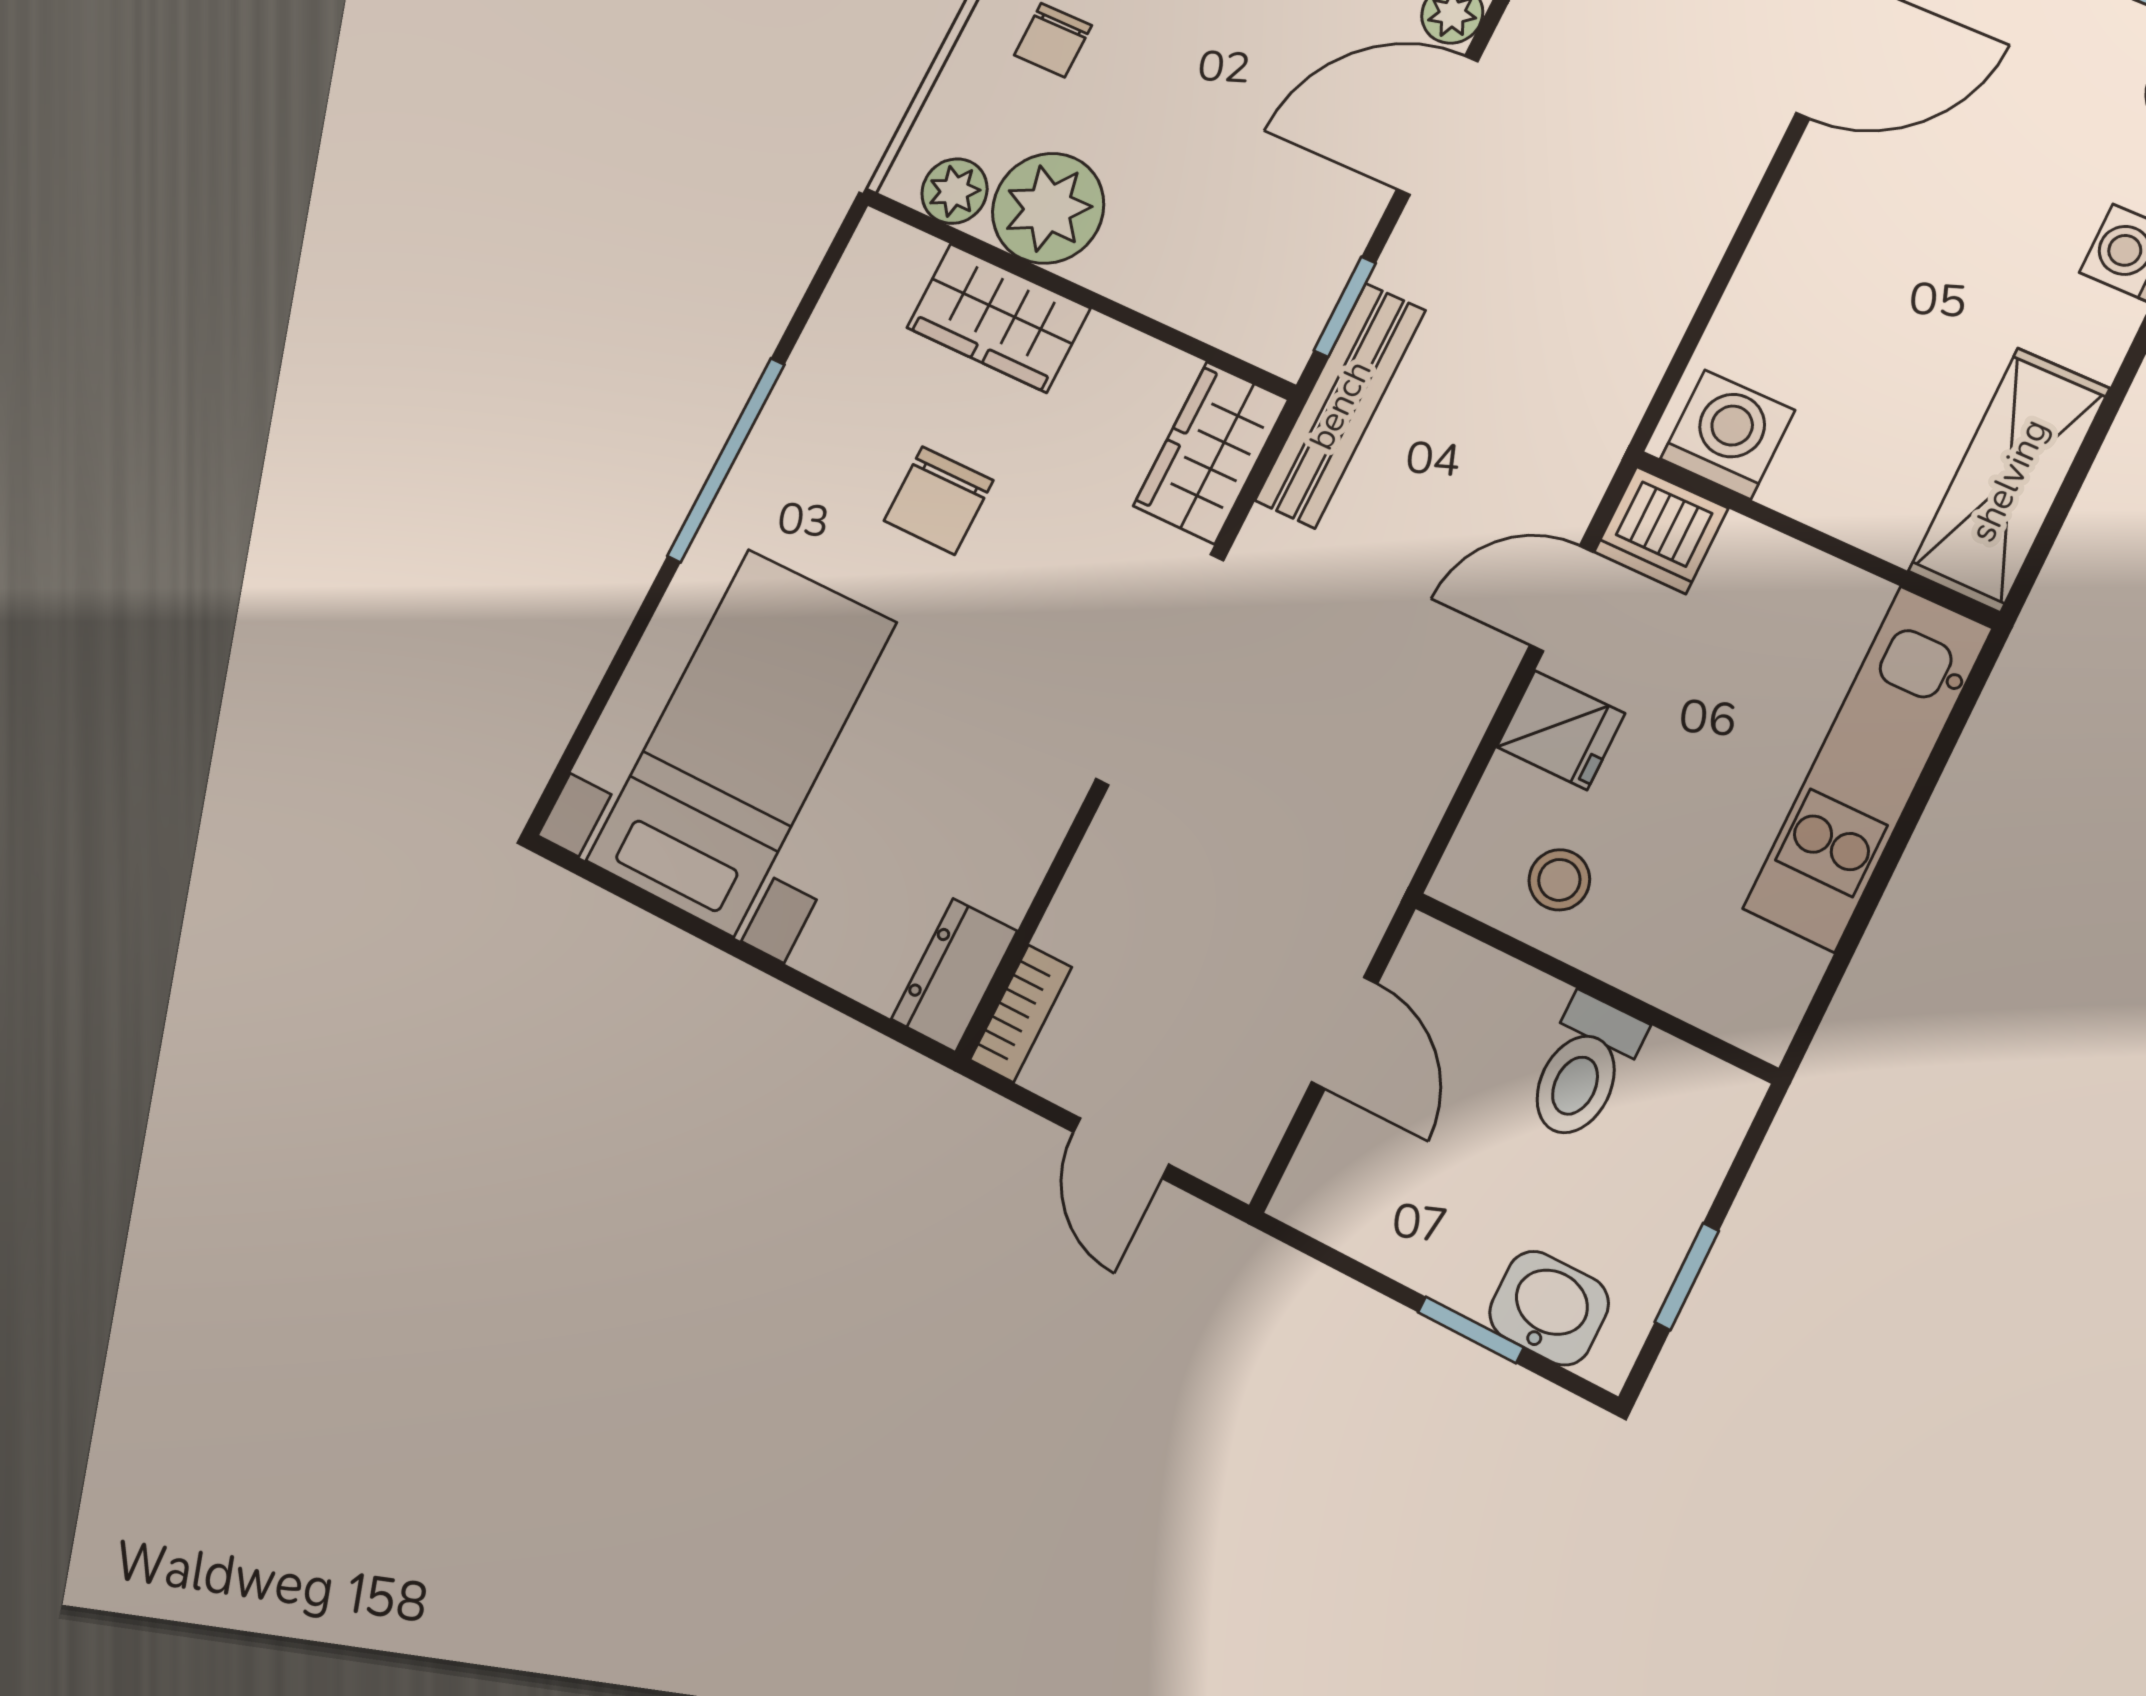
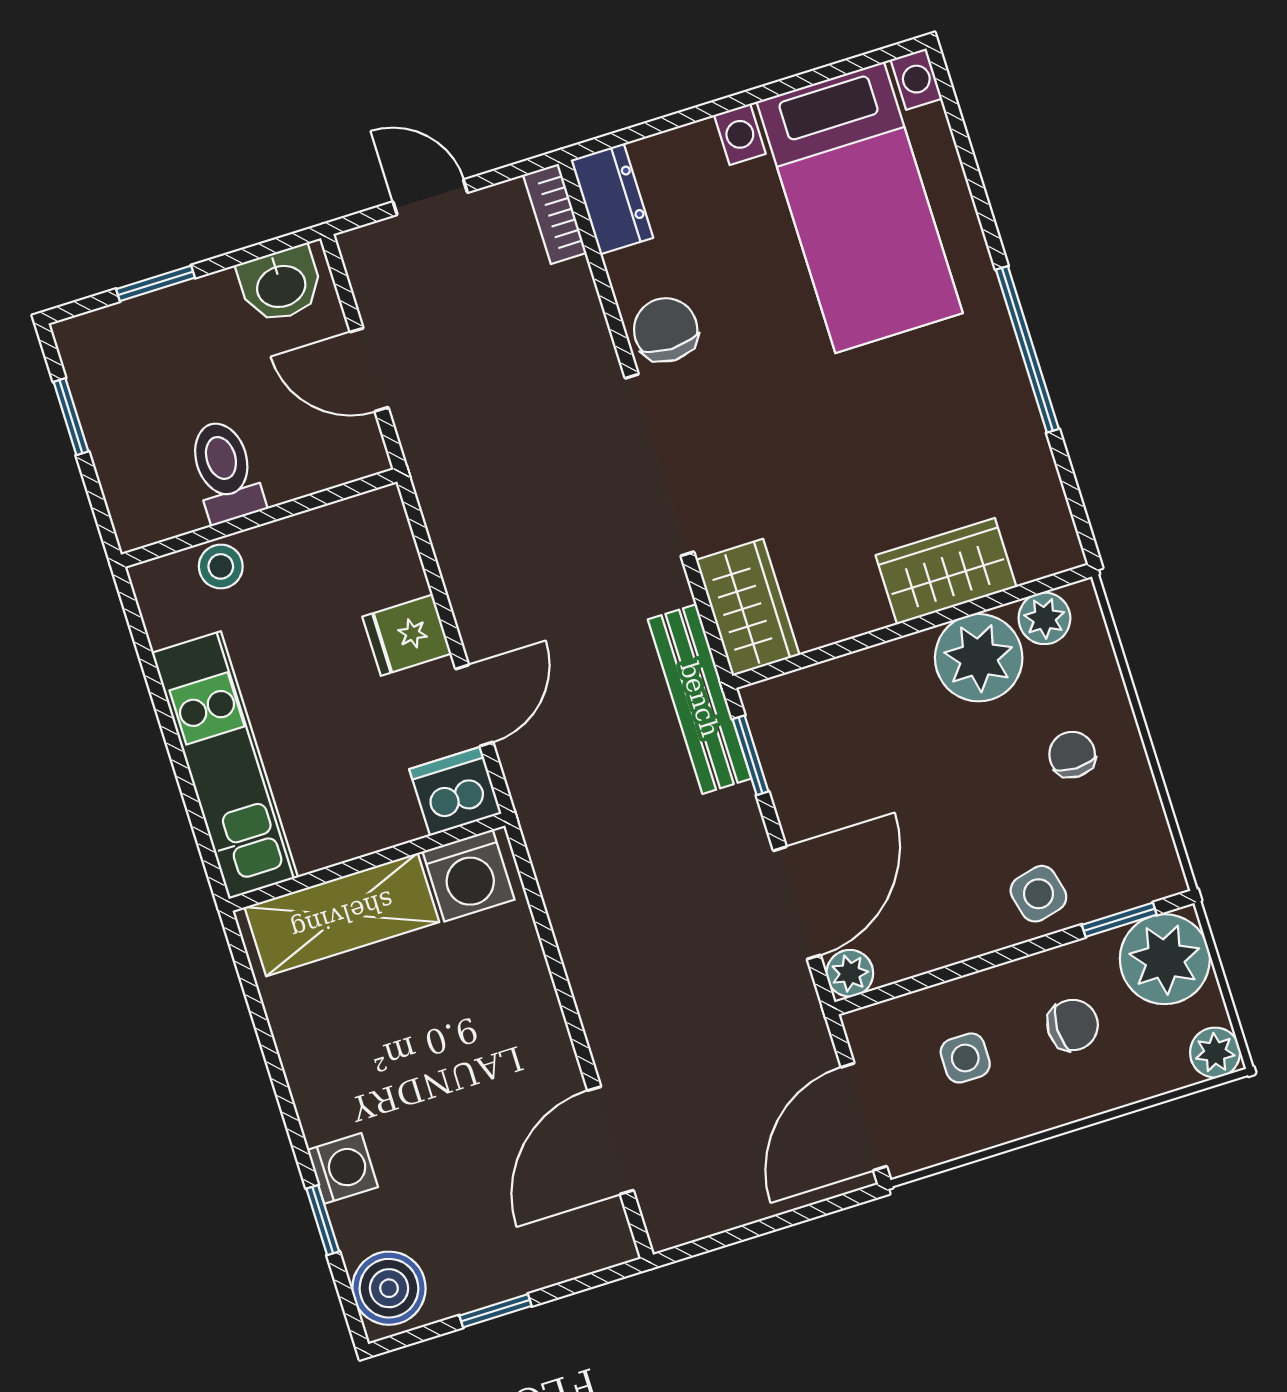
shelving: (2009, 480) -> (342, 915), moved, turned 90
chair: (938, 501) -> (666, 330), moved
stool: (1559, 880) -> (221, 566), moved
washbasin: (1549, 1308) -> (281, 285), moved

